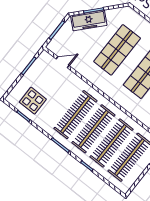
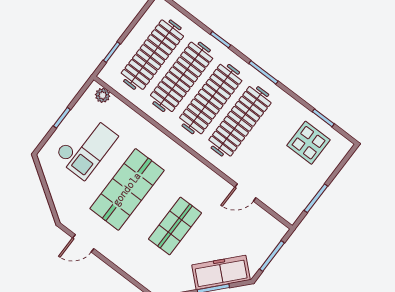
shop shelf: (117, 50) -> (175, 226), width x0.70, depth x0.74
door: (63, 62) -> (245, 192), moved

